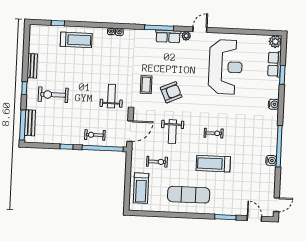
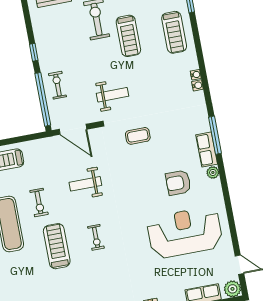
door: (200, 30) -> (239, 265), moved
reception desk: (226, 67) -> (185, 233), turned 180
treadmill: (71, 74) -> (128, 36), added
armchair: (171, 92) -> (178, 183), moved, turned 114
exercise bike: (157, 162) -> (39, 203), moved

